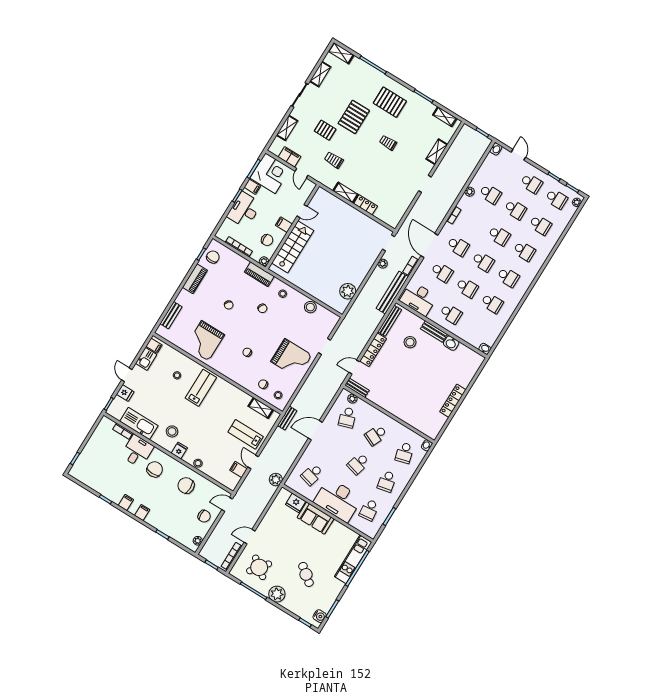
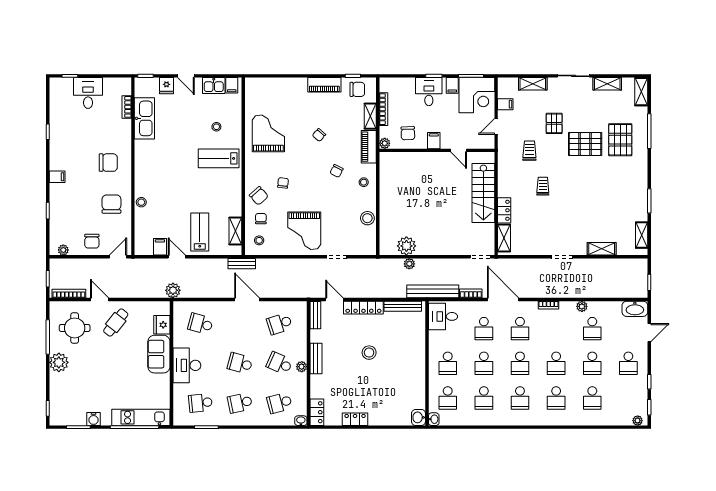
pallet: (390, 102) -> (620, 140), moved
trolley: (388, 143) -> (543, 186), moved
washbasin: (496, 149) -> (635, 309), width x1.91, depth x1.45
filing cabinet: (289, 157) -> (505, 104), width x0.50
shelving: (345, 193) -> (504, 238), moved
school desk: (556, 199) -> (448, 398), moved
desk: (244, 210) -> (429, 92), width x0.73
door: (429, 245) -> (503, 299), hinge flipped
stairs: (293, 247) -> (483, 193), moved, turned 90
shelving: (238, 260) -> (370, 116), added
plant: (383, 264) -> (409, 264), moved
desk: (419, 299) -> (443, 316), width x0.73
bench: (171, 315) -> (273, 83), removed
bench: (434, 331) -> (316, 359), moved
grand piano: (205, 341) -> (268, 133), turned 90
stool: (410, 342) -> (369, 353), moved
washbasin: (451, 343) -> (418, 417), moved
door: (127, 375) -> (186, 76), swing flipped
chair: (246, 375) -> (259, 196), added
lab bench: (201, 388) -> (219, 158), turned 180
plant: (352, 399) -> (302, 367), moved
locker: (453, 401) -> (355, 419), width x0.66
locker: (428, 430) -> (317, 412), added
stool: (172, 431) -> (157, 156), removed
fridge: (179, 450) -> (142, 176), removed
desk: (137, 451) -> (88, 93), moved, turned -90
door: (253, 462) -> (177, 257), hinge flipped
desk: (338, 500) -> (187, 365), width x0.73, depth x0.77
filing cabinet: (126, 502) -> (57, 154), removed
door: (227, 504) -> (118, 257), hinge flipped
round table: (259, 567) -> (75, 328), turned -38
cafe table: (306, 574) -> (116, 323), moved
water cooler: (320, 616) -> (94, 419), moved

